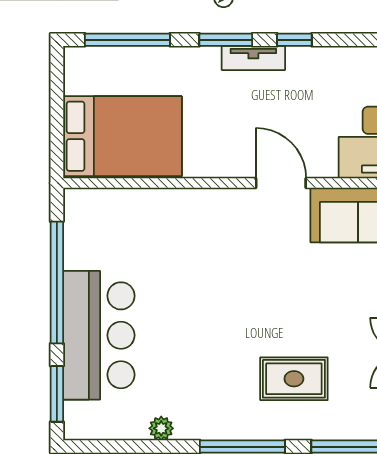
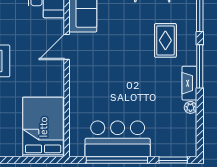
bar counter: (99, 335) -> (118, 139), moved
fireplace: (209, 426) -> (189, 83), added

